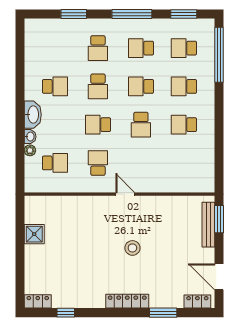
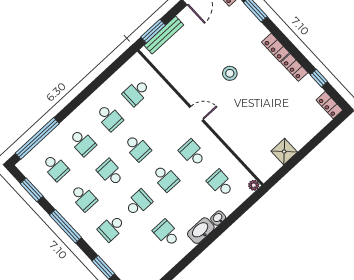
school desk: (98, 48) -> (111, 228), turned 180
school desk: (141, 86) -> (110, 173), turned 180
school desk: (141, 125) -> (137, 148), turned 90
plant: (30, 150) -> (254, 185), moved
school desk: (98, 163) -> (192, 153), turned 90
school desk: (184, 163) -> (136, 92), added
door: (125, 194) -> (197, 113), swing flipped
locker: (91, 301) -> (294, 67), added
locker: (127, 301) -> (275, 47), width x0.66

